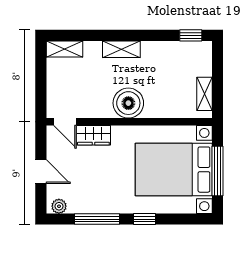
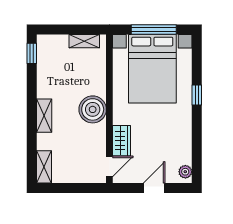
window: (97, 219) -> (197, 138), removed

